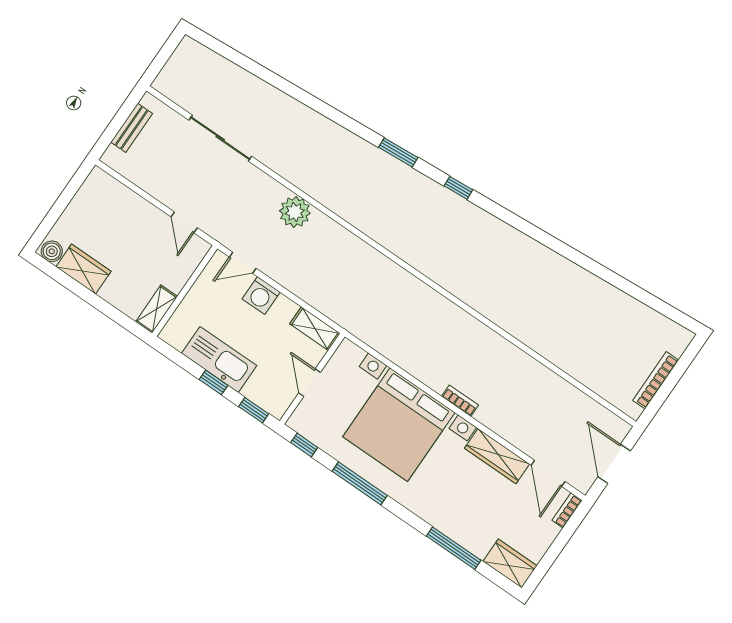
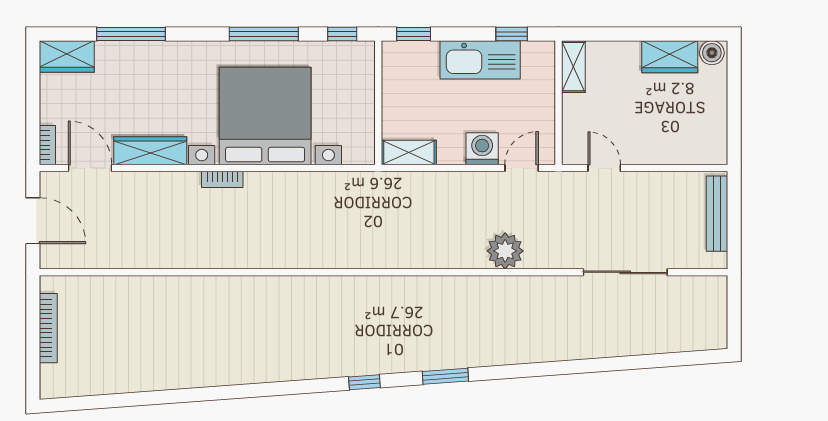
bench: (132, 128) -> (717, 214), width x1.36
window: (214, 382) -> (512, 34), moved
door: (309, 383) -> (378, 97), removed

